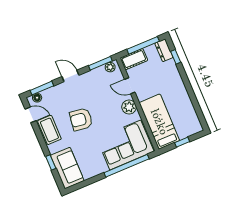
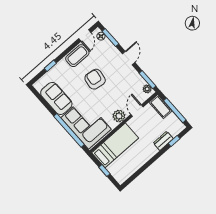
dresser: (164, 50) -> (163, 141), moved
sofa: (67, 168) -> (56, 98), moved, turned -90

